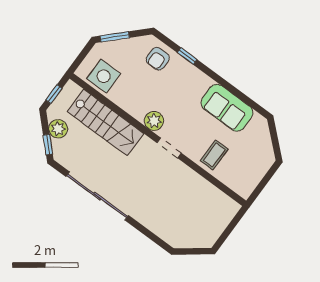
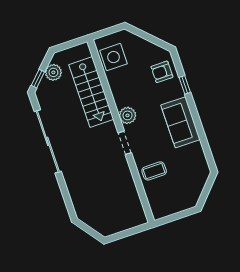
window: (115, 37) -> (142, 34), removed
window: (54, 94) -> (68, 45), removed
sofa: (227, 108) -> (180, 122), moved

